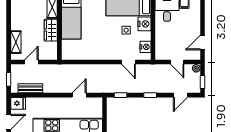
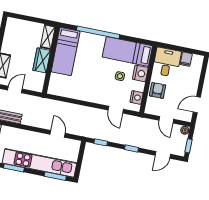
armchair: (164, 36) -> (158, 90), added
door: (79, 95) -> (58, 134), hinge flipped

